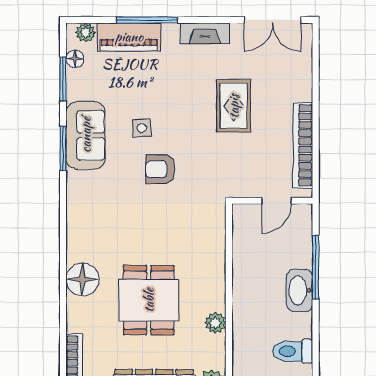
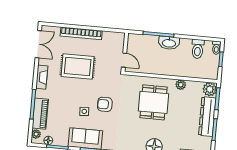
rug: (234, 106) -> (78, 66), width x1.36, depth x1.43
bookcase: (303, 145) -> (81, 33), moved
armchair: (160, 169) -> (105, 104), turned 90
door: (276, 201) -> (124, 60), moved
dining table: (149, 300) -> (154, 102), moved, turned 90

